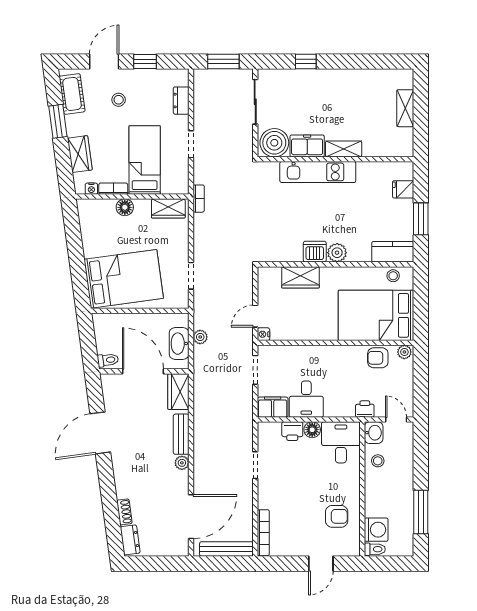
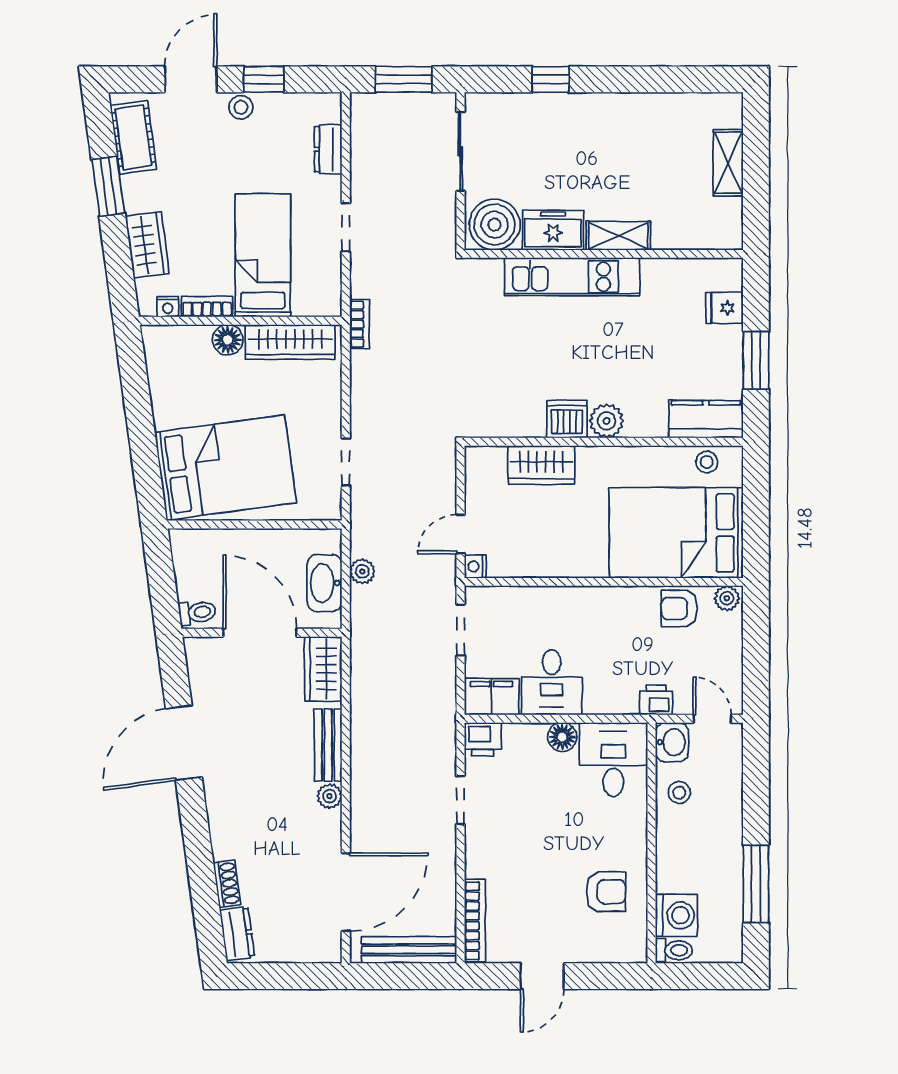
stool: (119, 100) -> (241, 107), moved
wardrobe: (168, 208) -> (290, 342), width x1.50
printer: (292, 431) -> (483, 739), moved
door: (321, 564) -> (542, 976), moved

